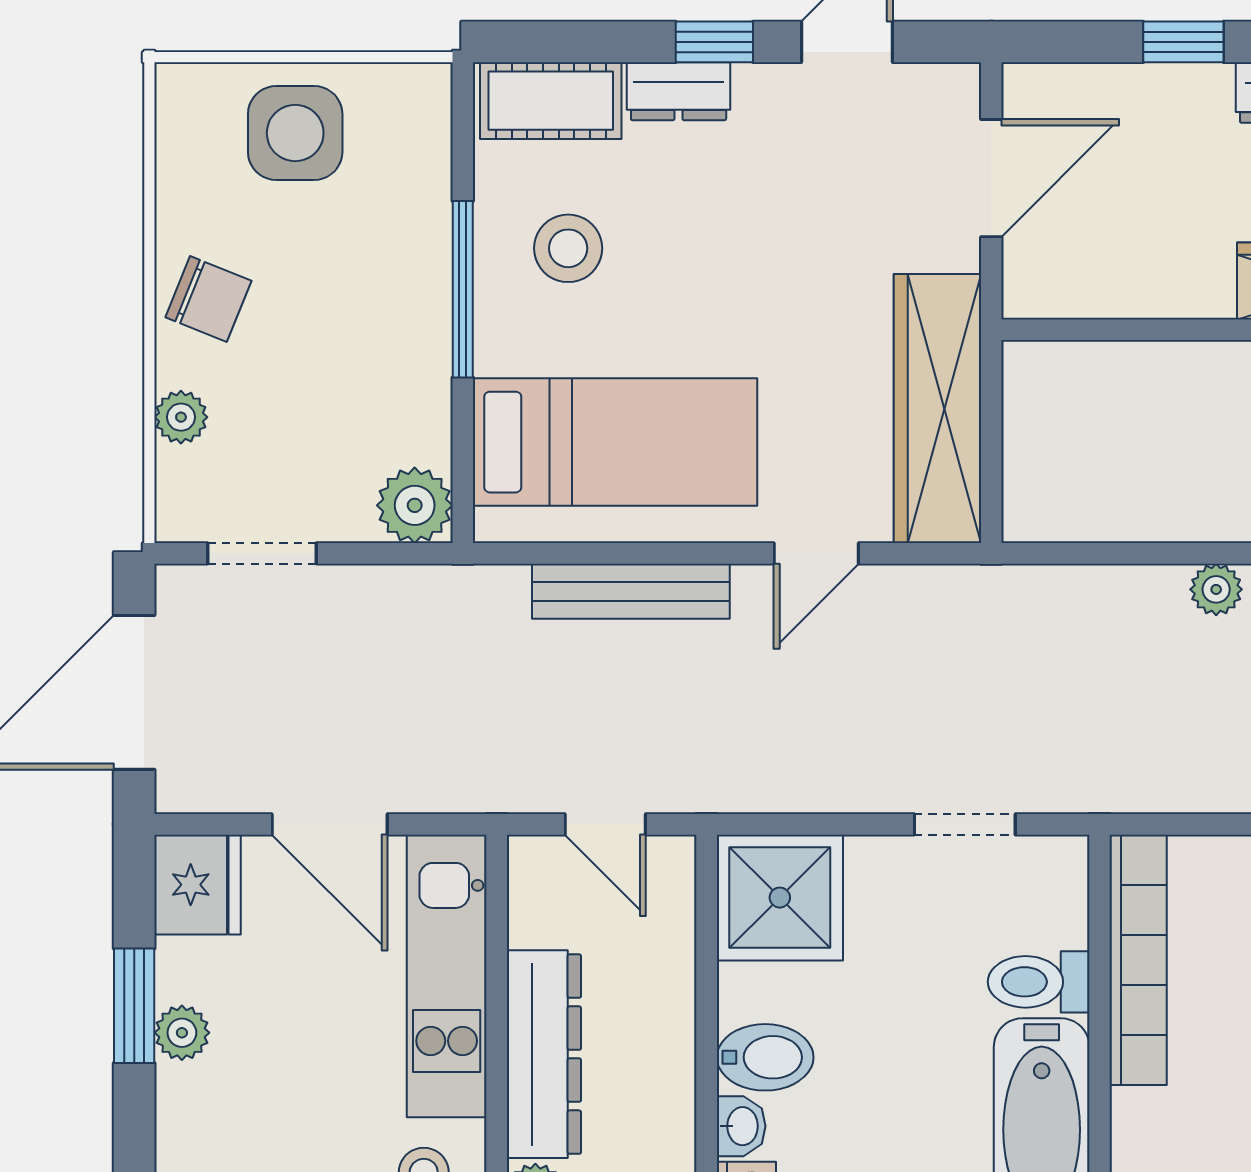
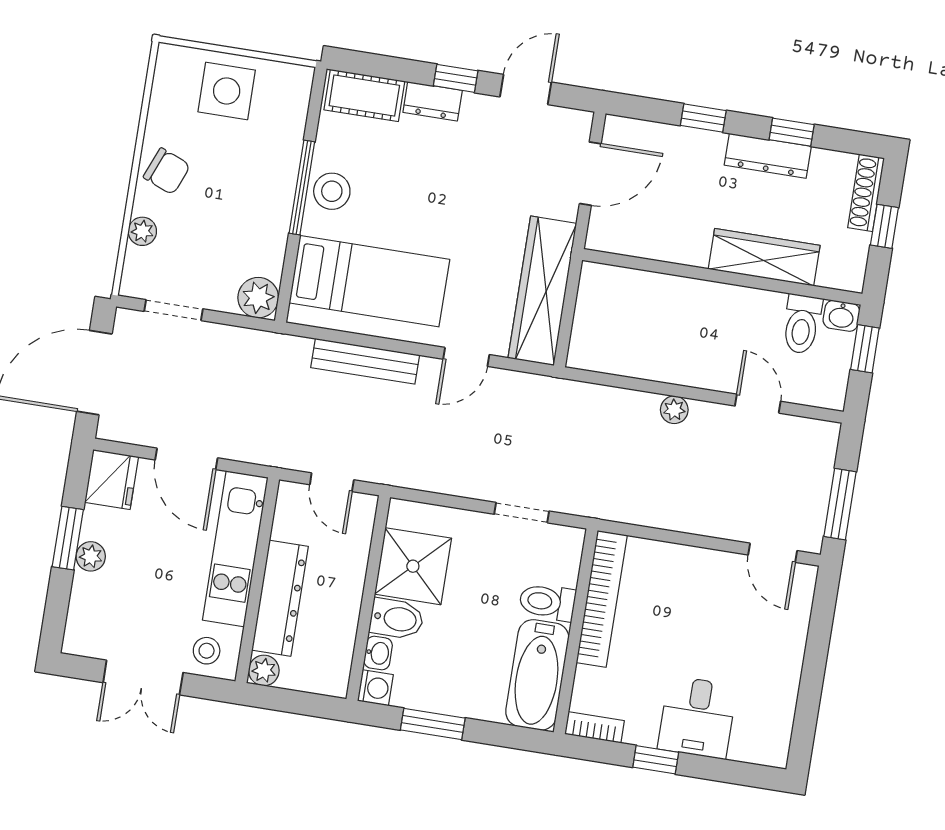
stool: (568, 248) -> (332, 191), moved
shower: (780, 898) -> (413, 566), moved

